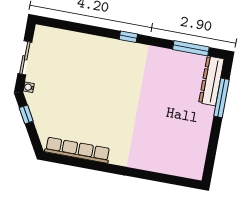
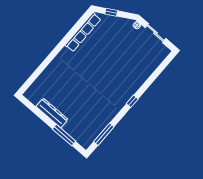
dresser: (211, 81) -> (52, 113), moved
window: (26, 114) -> (111, 12), moved

